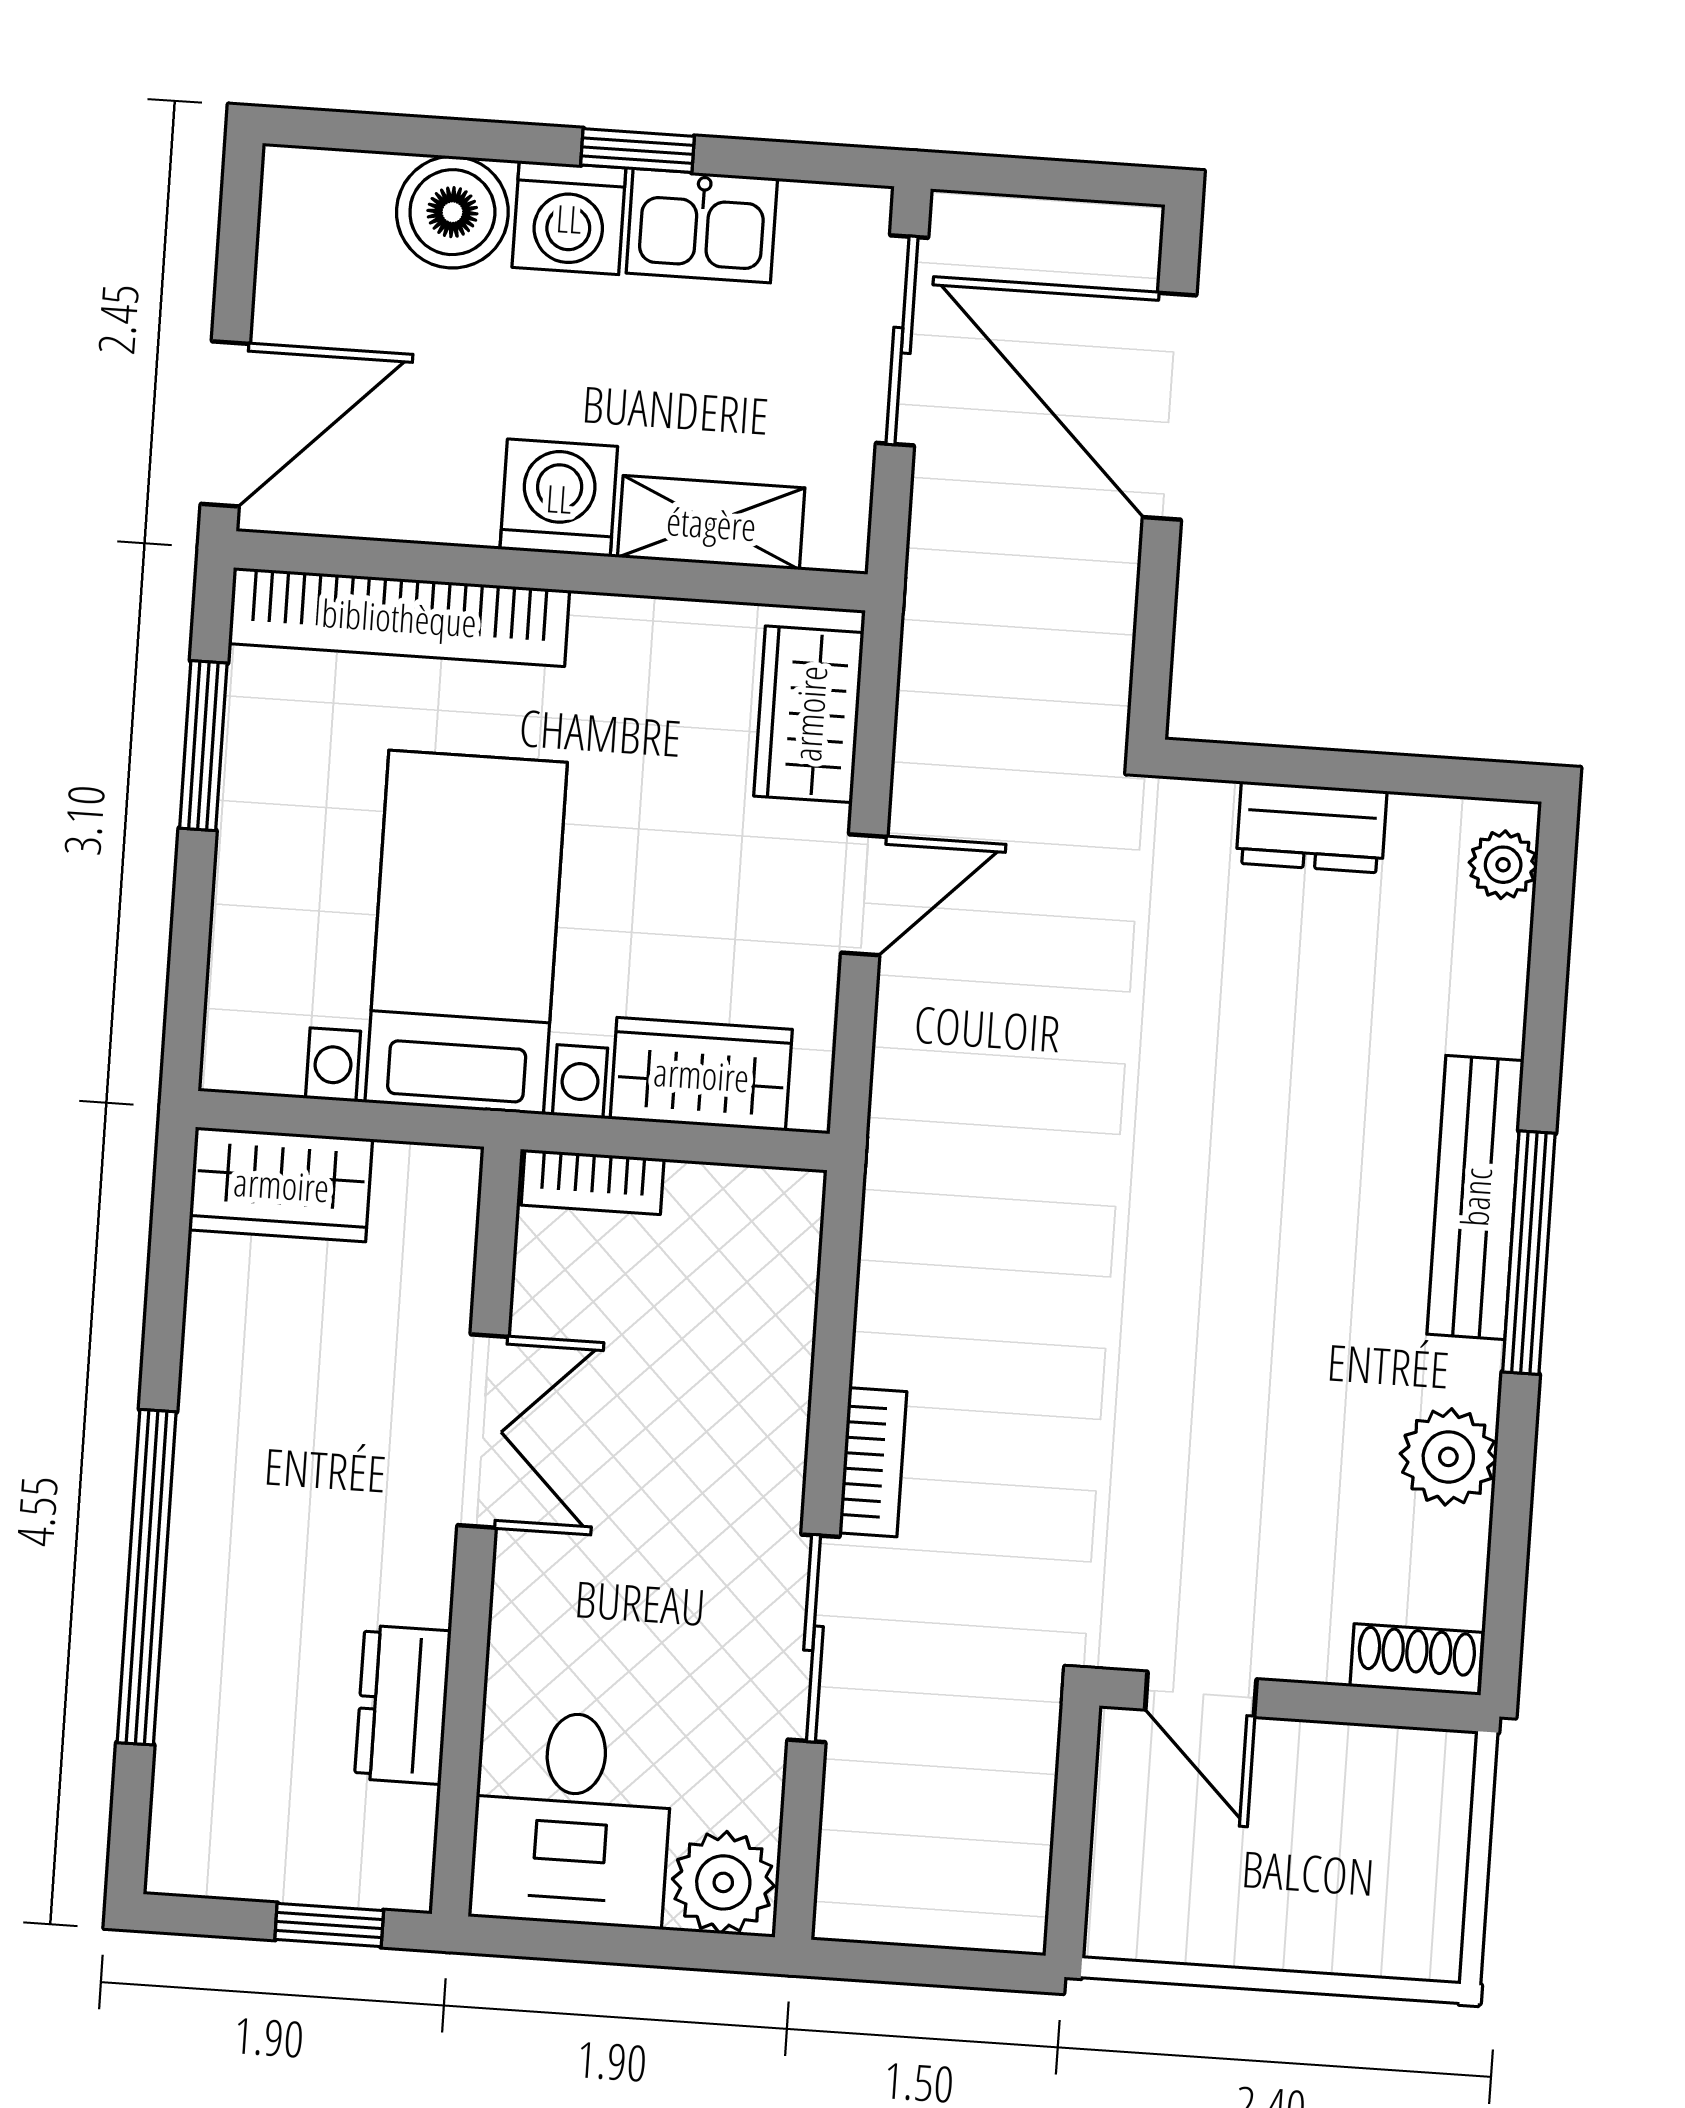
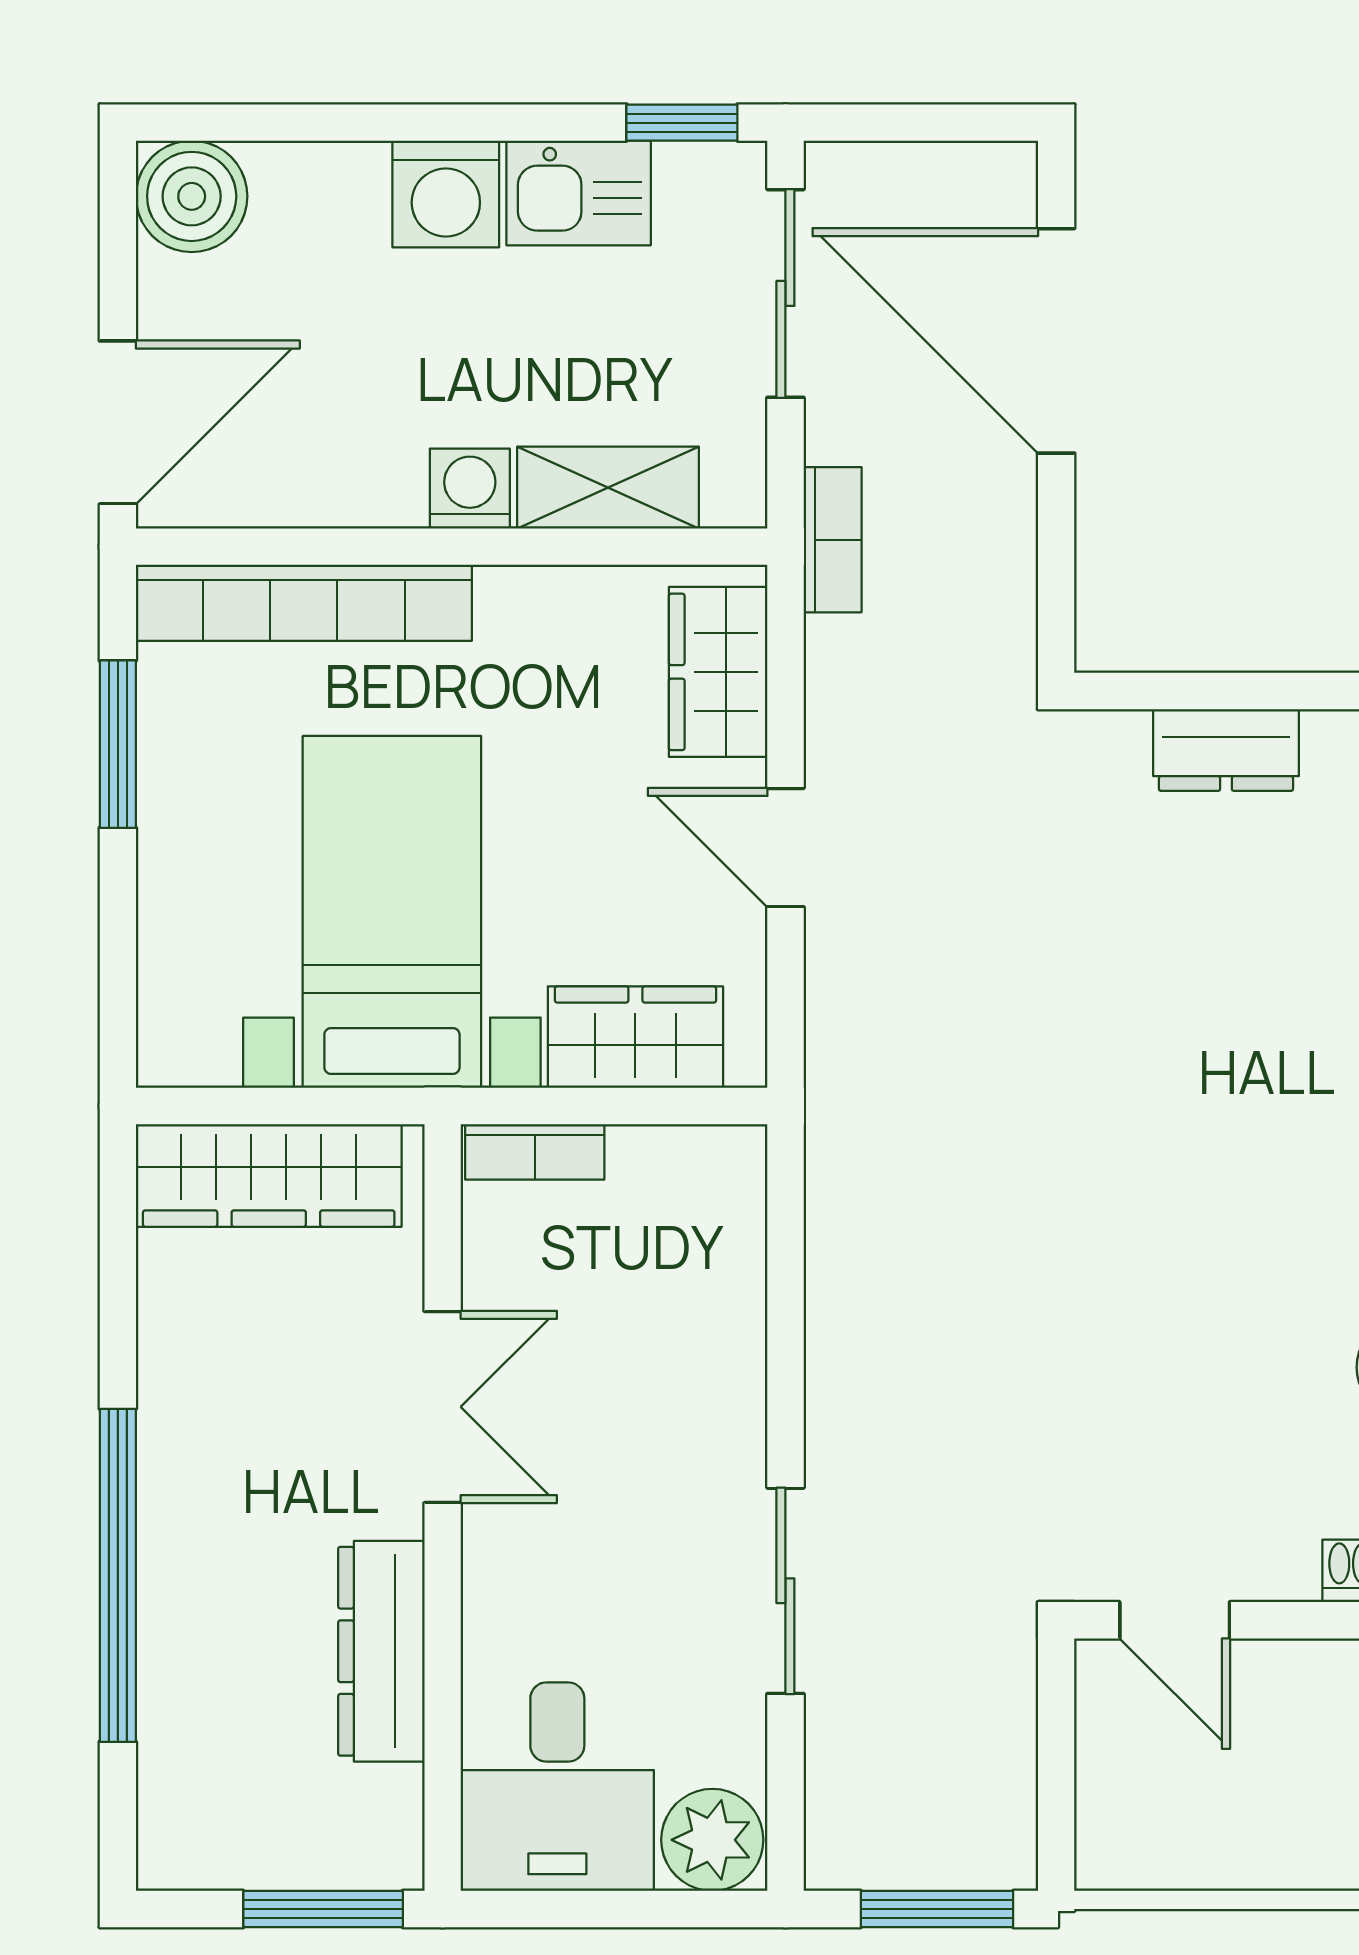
window: (637, 151) -> (682, 123), moved
boiler: (452, 212) -> (192, 196), moved
washing machine: (559, 498) -> (470, 489), width x0.73, depth x0.73
door: (864, 895) -> (785, 848), swing flipped
wardrobe: (281, 1184) -> (269, 1175), width x1.50
bookcase: (873, 1462) -> (833, 540), moved
dresser: (403, 1705) -> (381, 1651), width x1.44
window: (329, 1925) -> (323, 1909), width x1.50
window: (943, 1967) -> (937, 1909), added

